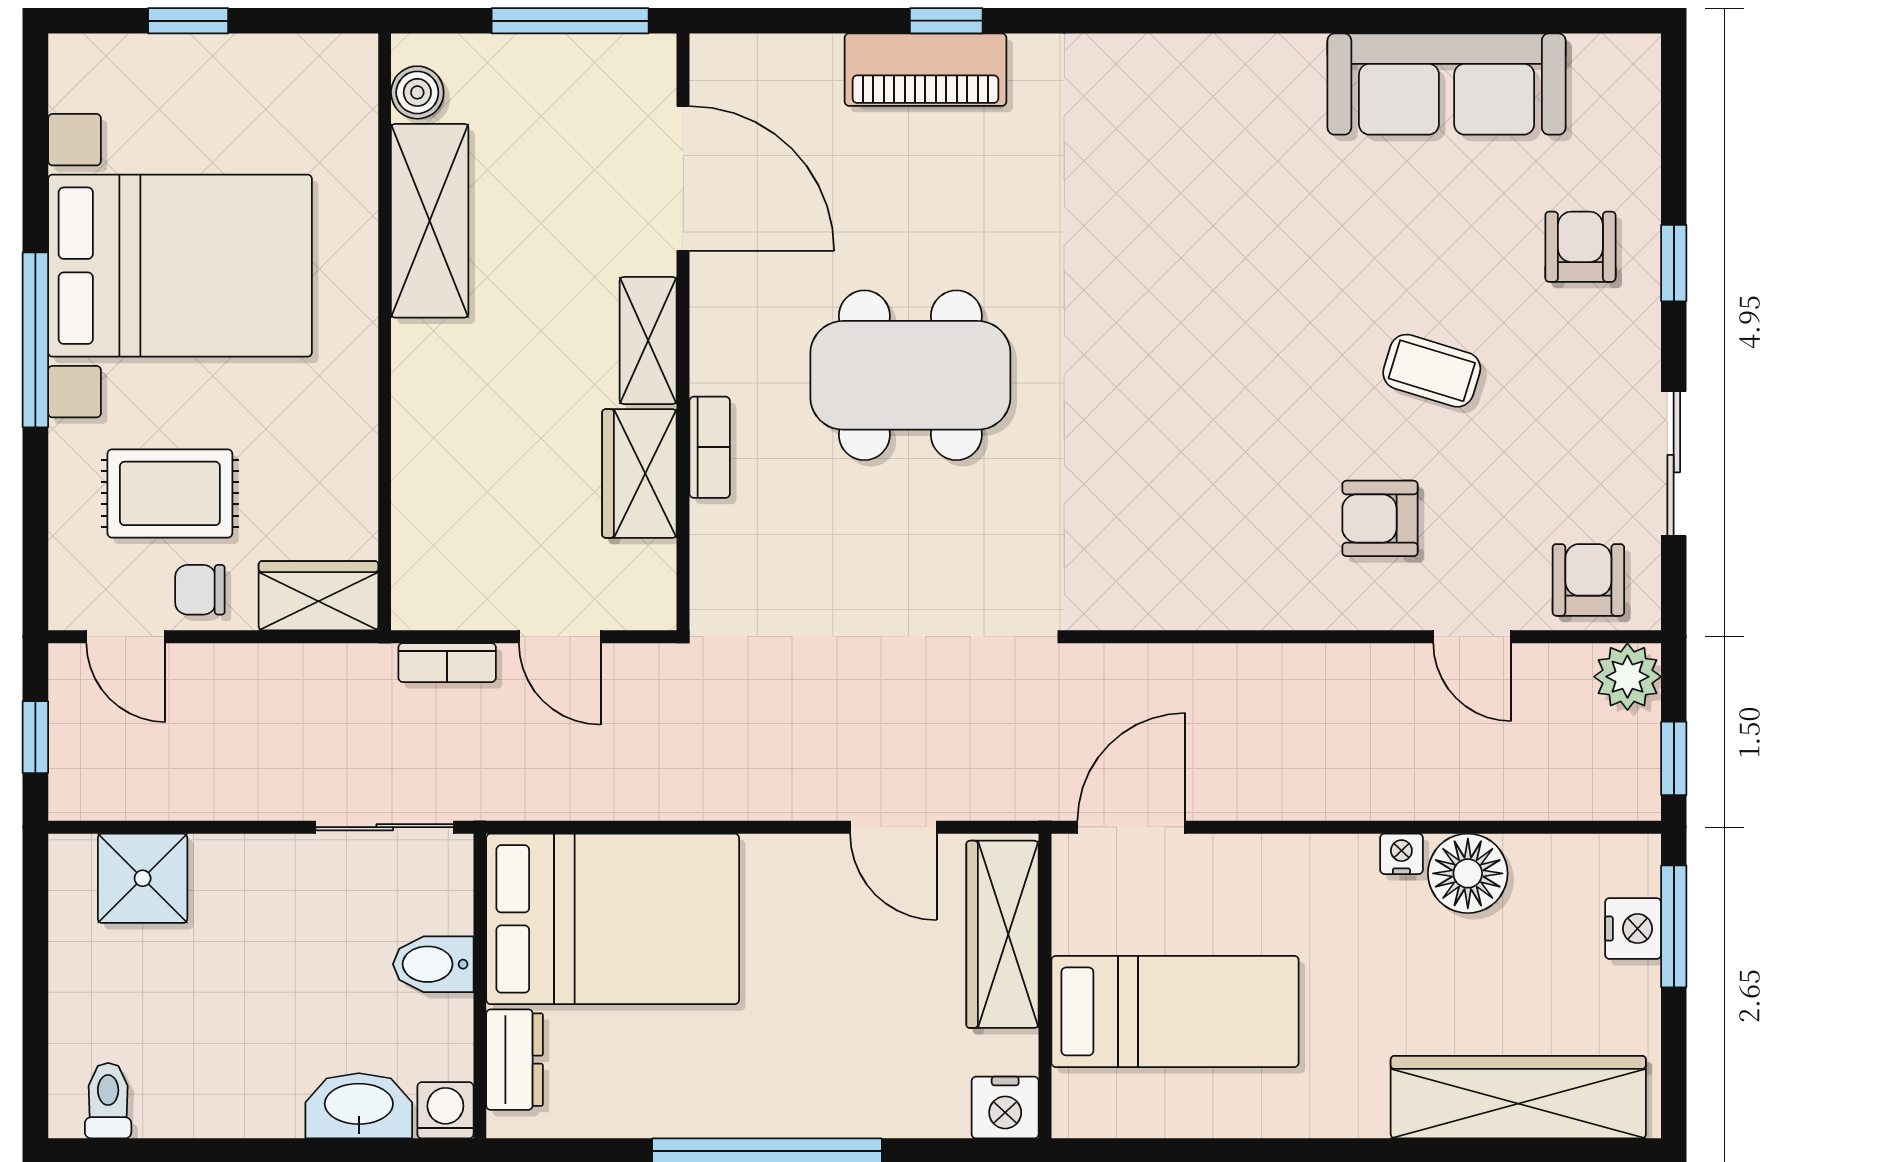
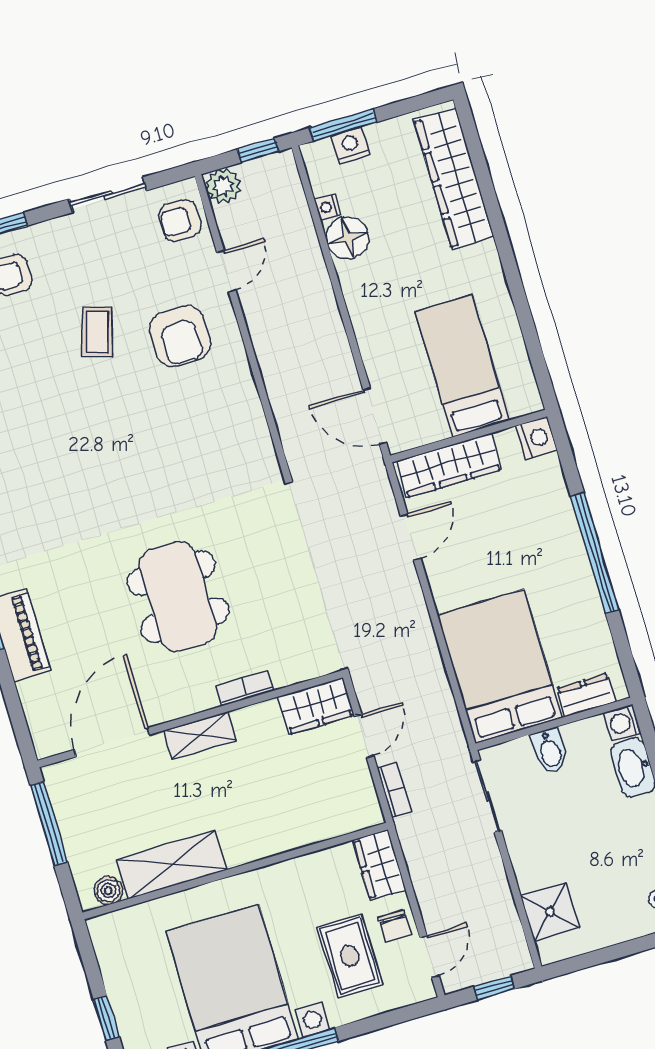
wardrobe: (639, 473) -> (316, 706), moved
armchair: (1380, 518) -> (180, 336), width x1.38, depth x1.38
nightstand: (1401, 854) -> (328, 207), moved

